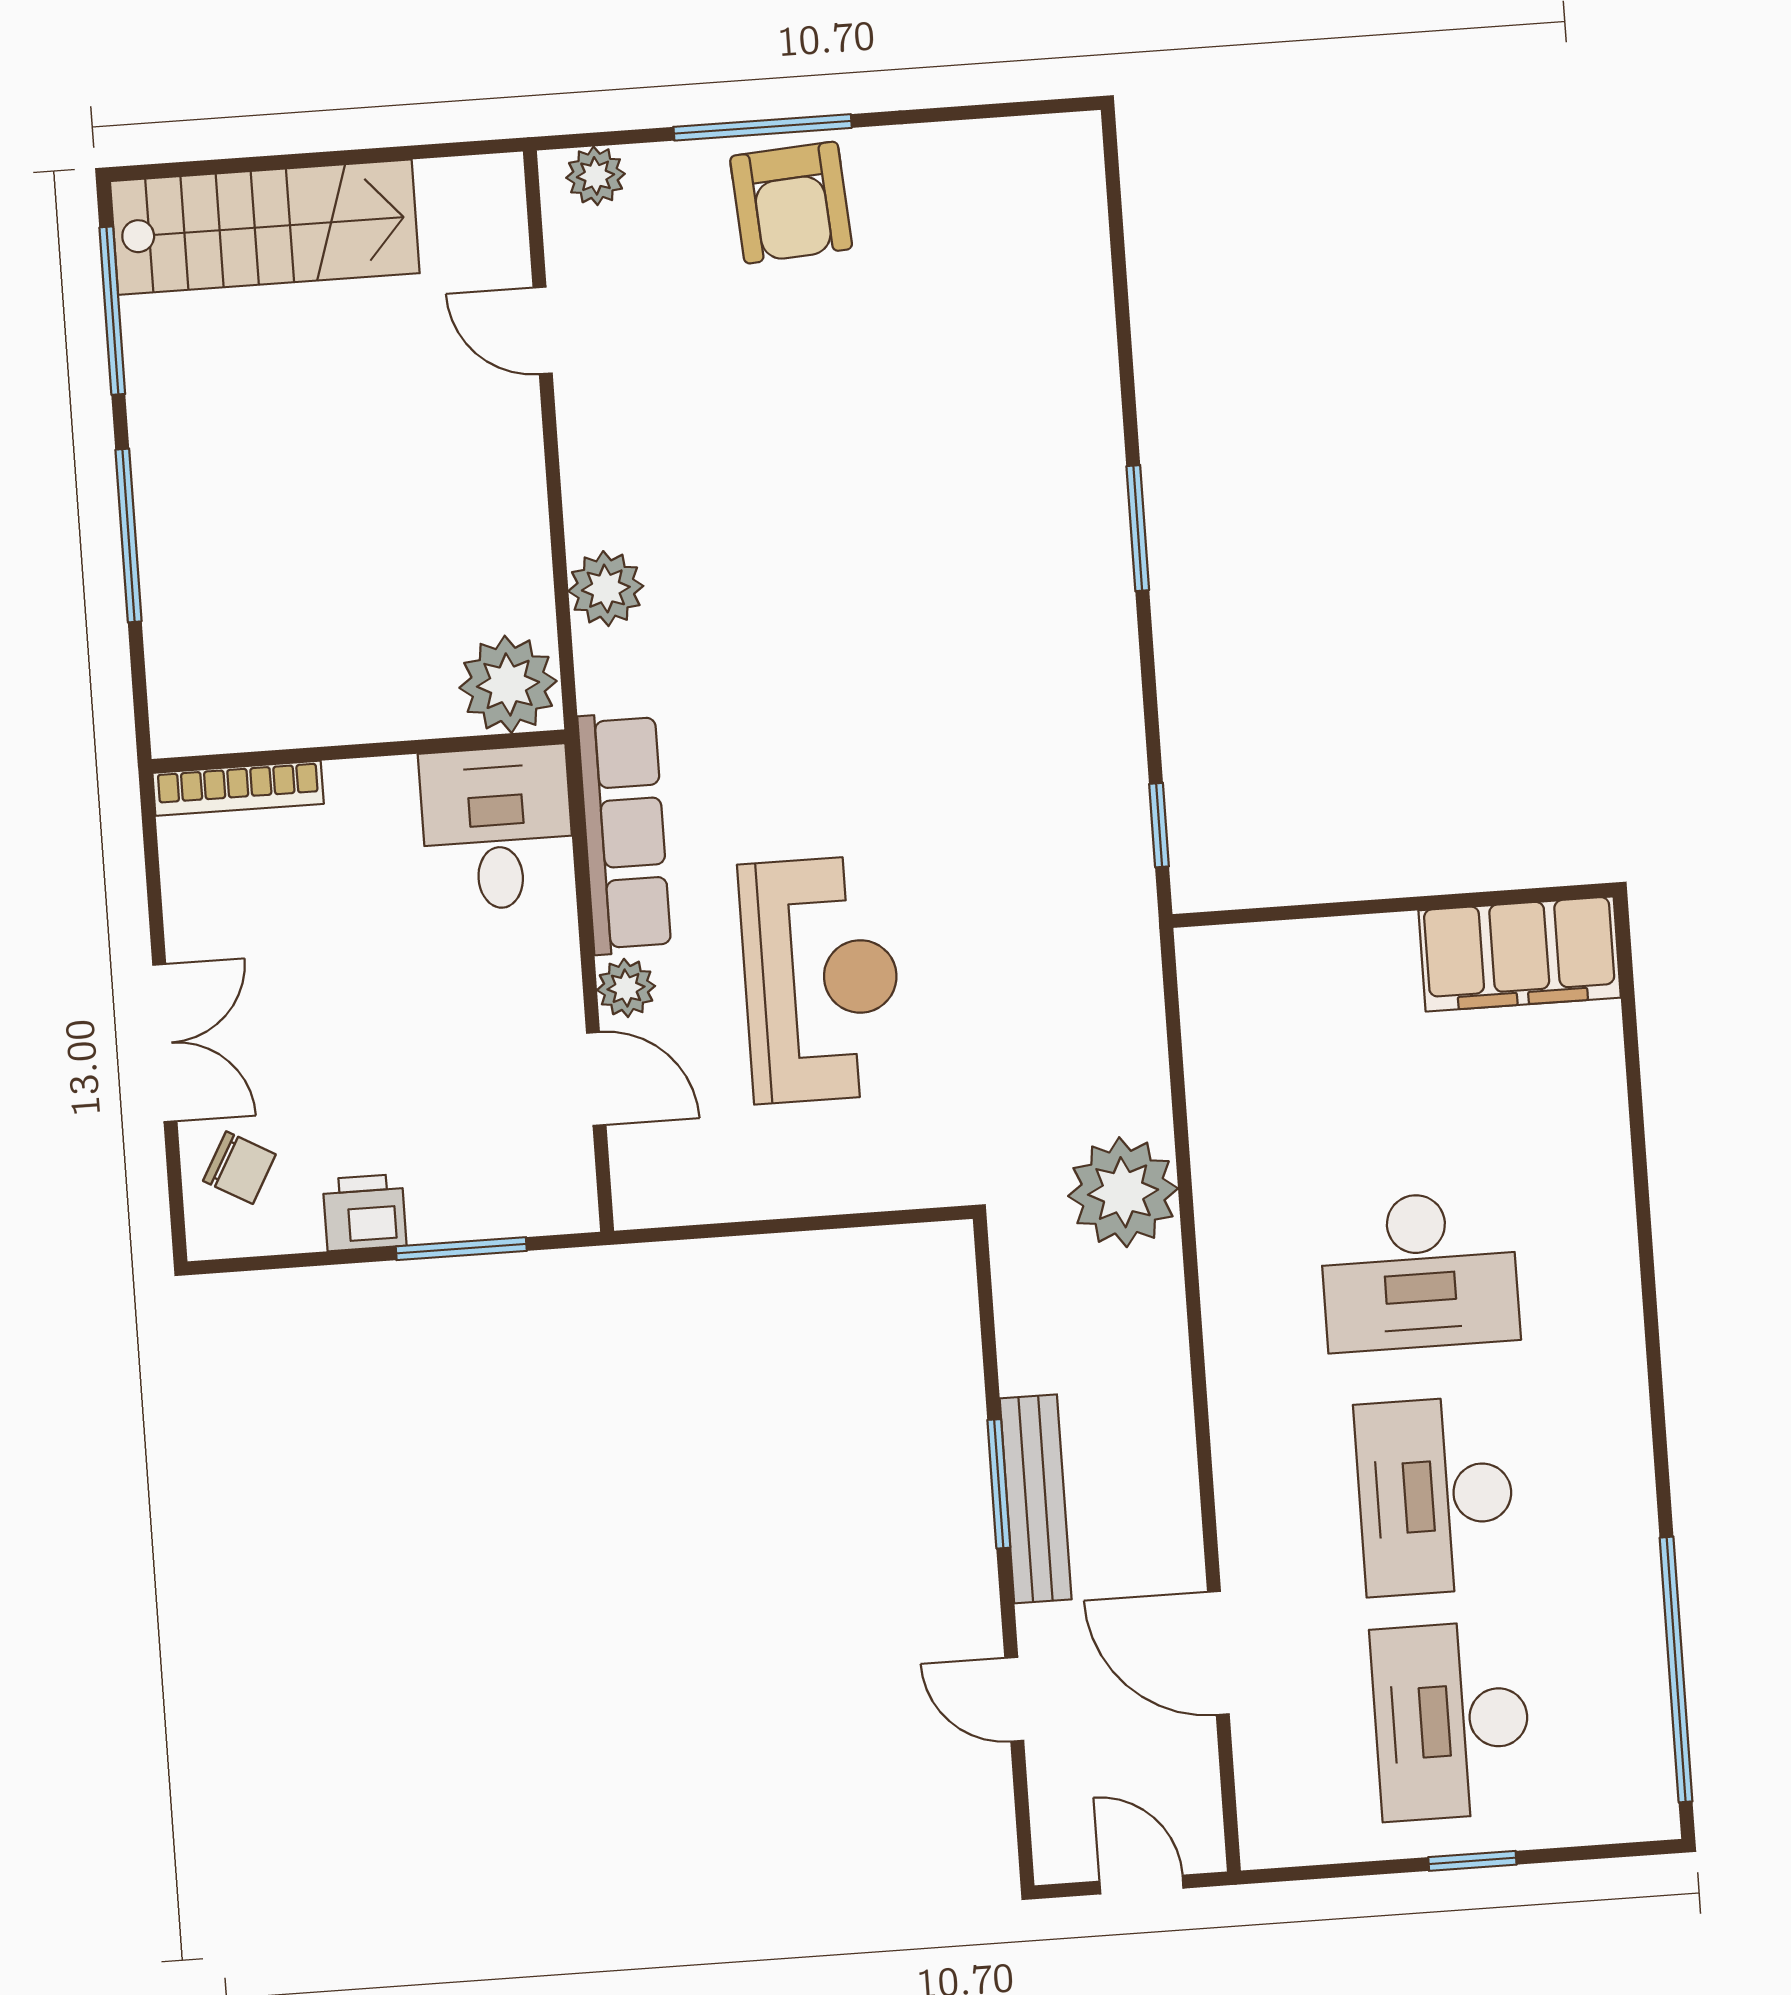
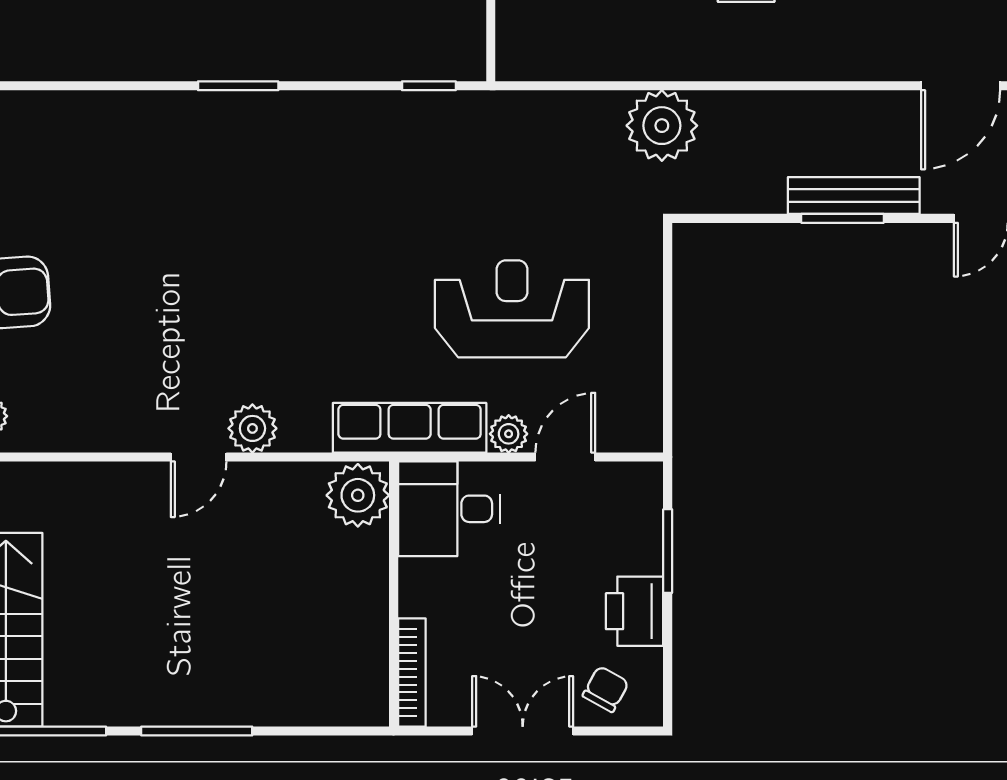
door: (543, 330) -> (199, 457), moved
plant: (508, 684) -> (358, 495), moved
wall: (358, 751) -> (394, 594), moved
bookcase: (238, 788) -> (412, 673), moved
desk: (497, 828) -> (449, 509), moved
printer: (365, 1212) -> (635, 611), width x1.36, depth x1.24

